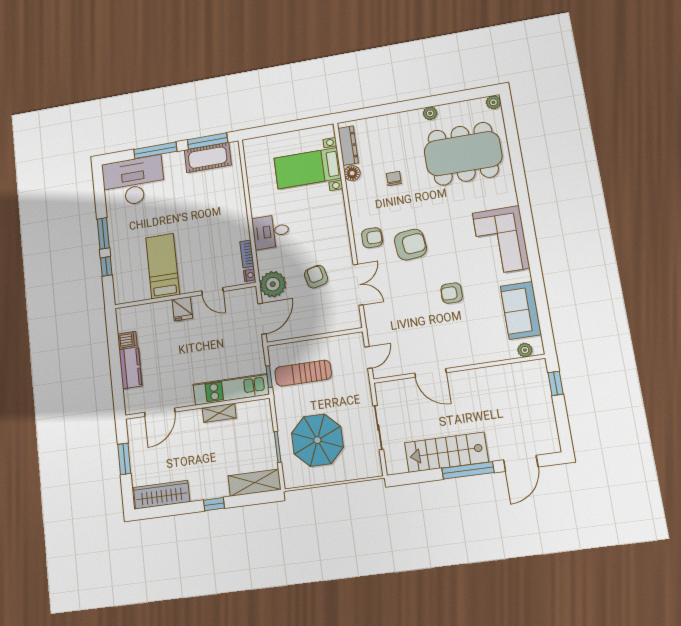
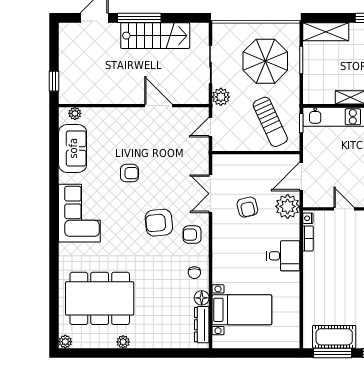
chair: (394, 179) -> (194, 273), moved
sun lounger: (303, 373) -> (270, 122), turned 65
plant: (362, 393) -> (221, 97), added

